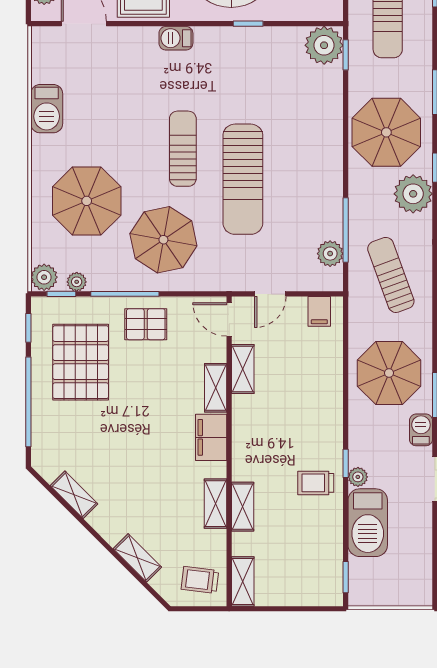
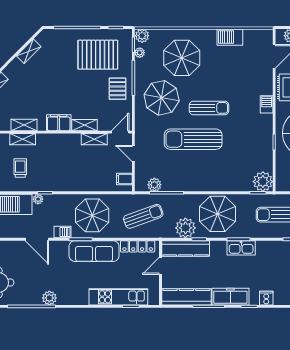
trolley: (316, 483) -> (20, 168), moved

